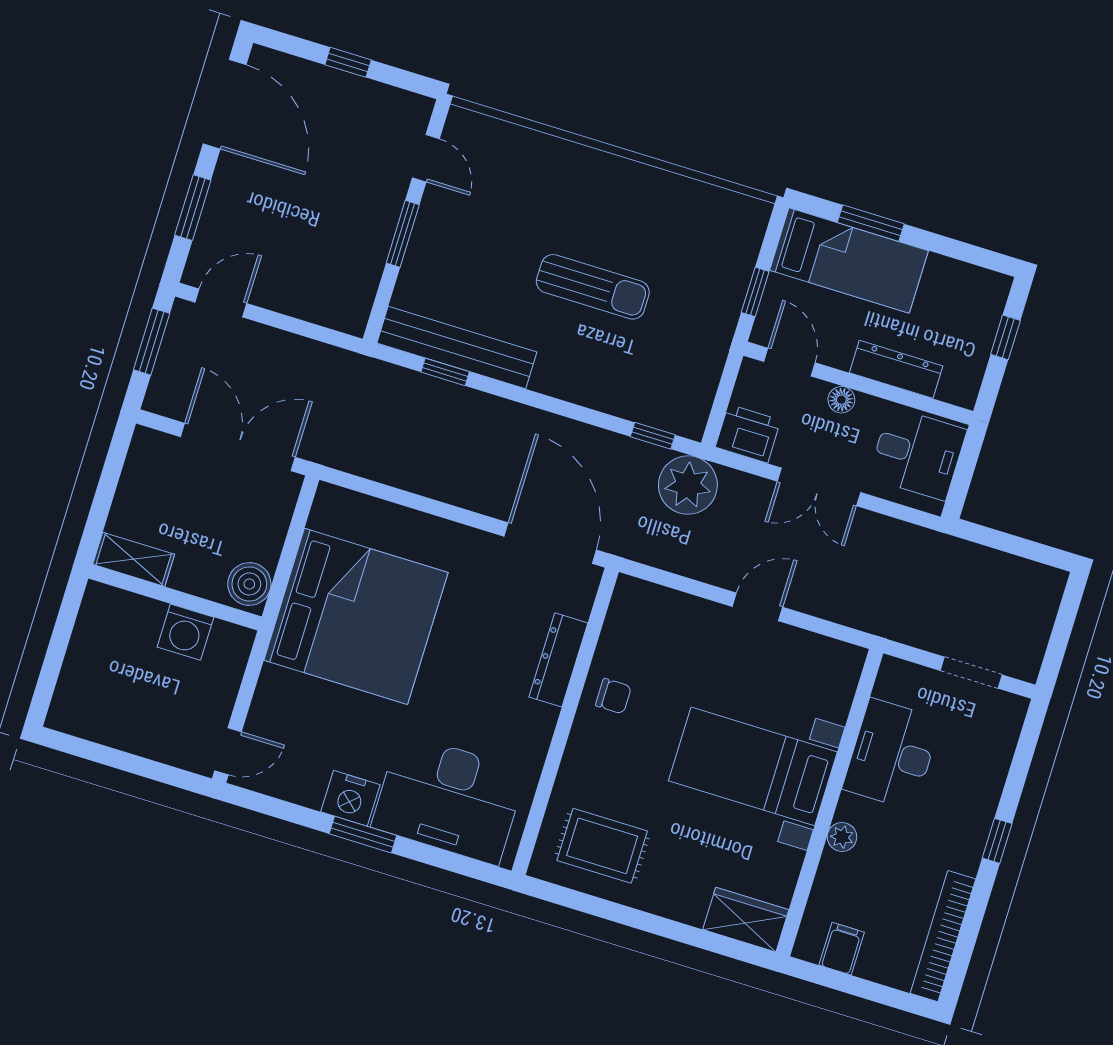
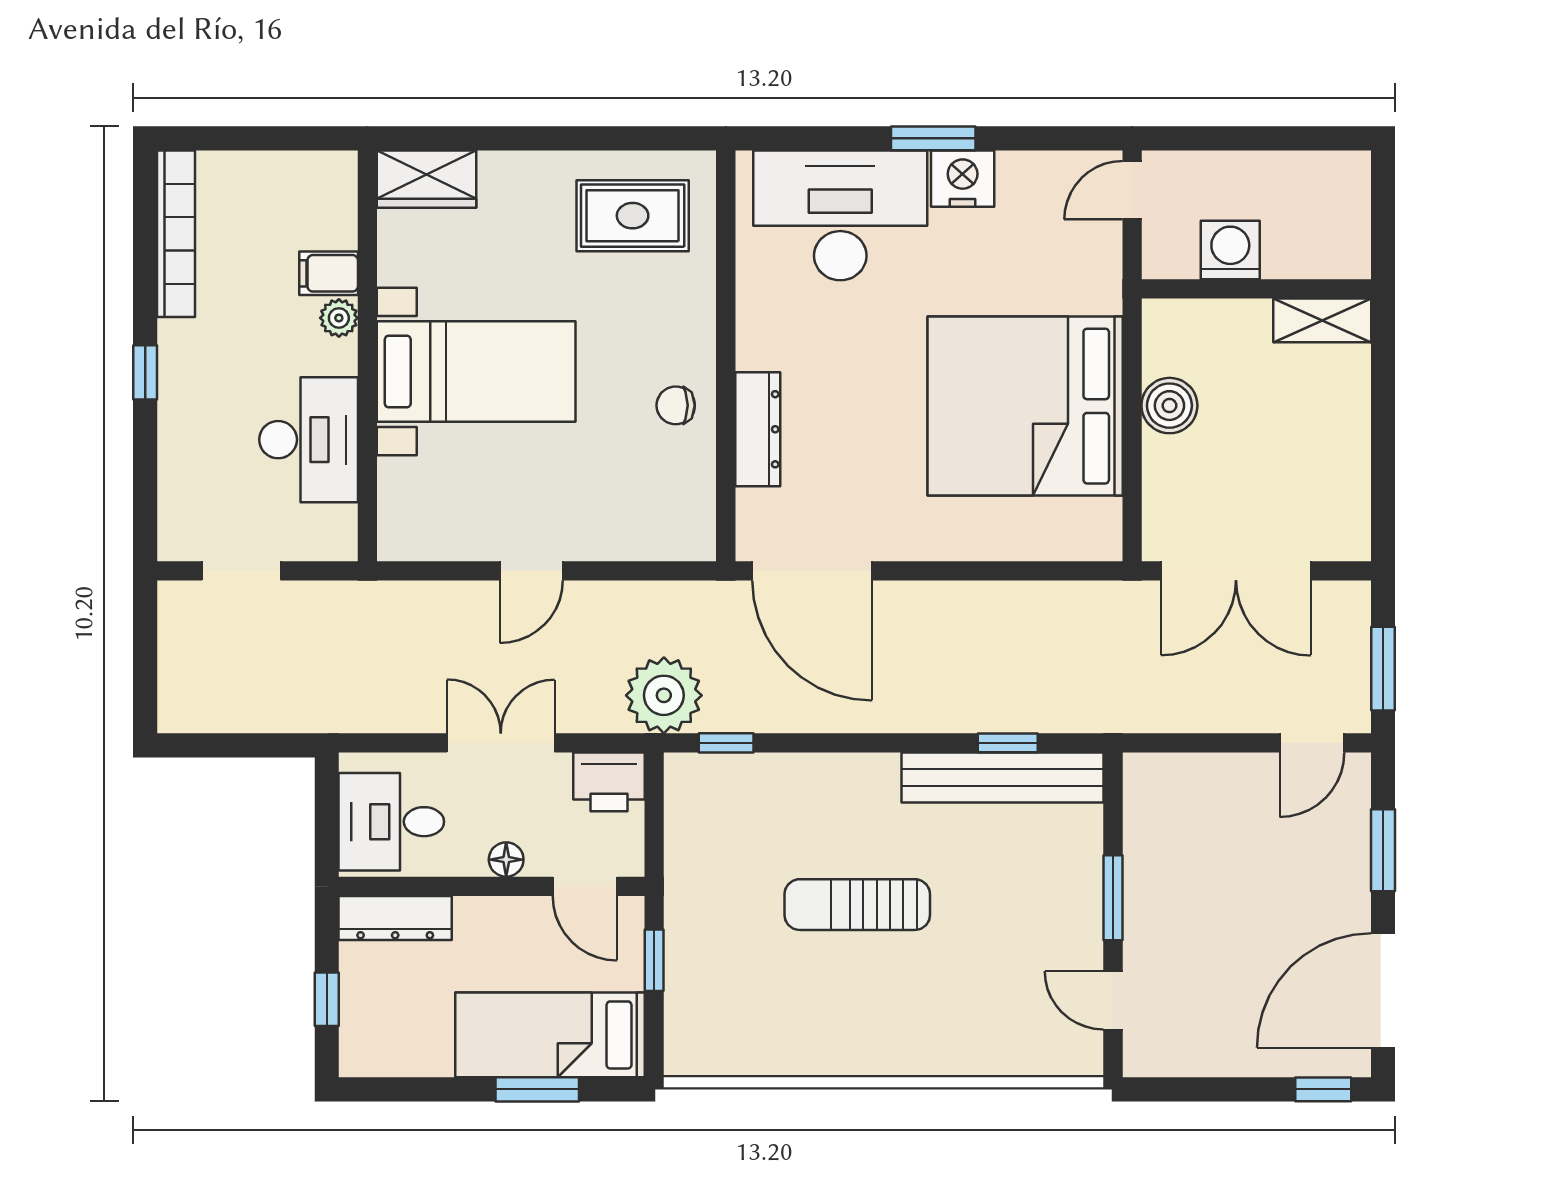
window: (348, 62) -> (1323, 1089), moved
door: (225, 104) -> (1383, 991), hinge flipped
dresser: (896, 369) -> (395, 918), moved
shelving: (134, 559) -> (1322, 320), moved
wall: (175, 597) -> (1256, 289), moved
washing machine: (185, 632) -> (1230, 250), moved
filing cabinet: (842, 949) -> (329, 273), moved, turned 90

